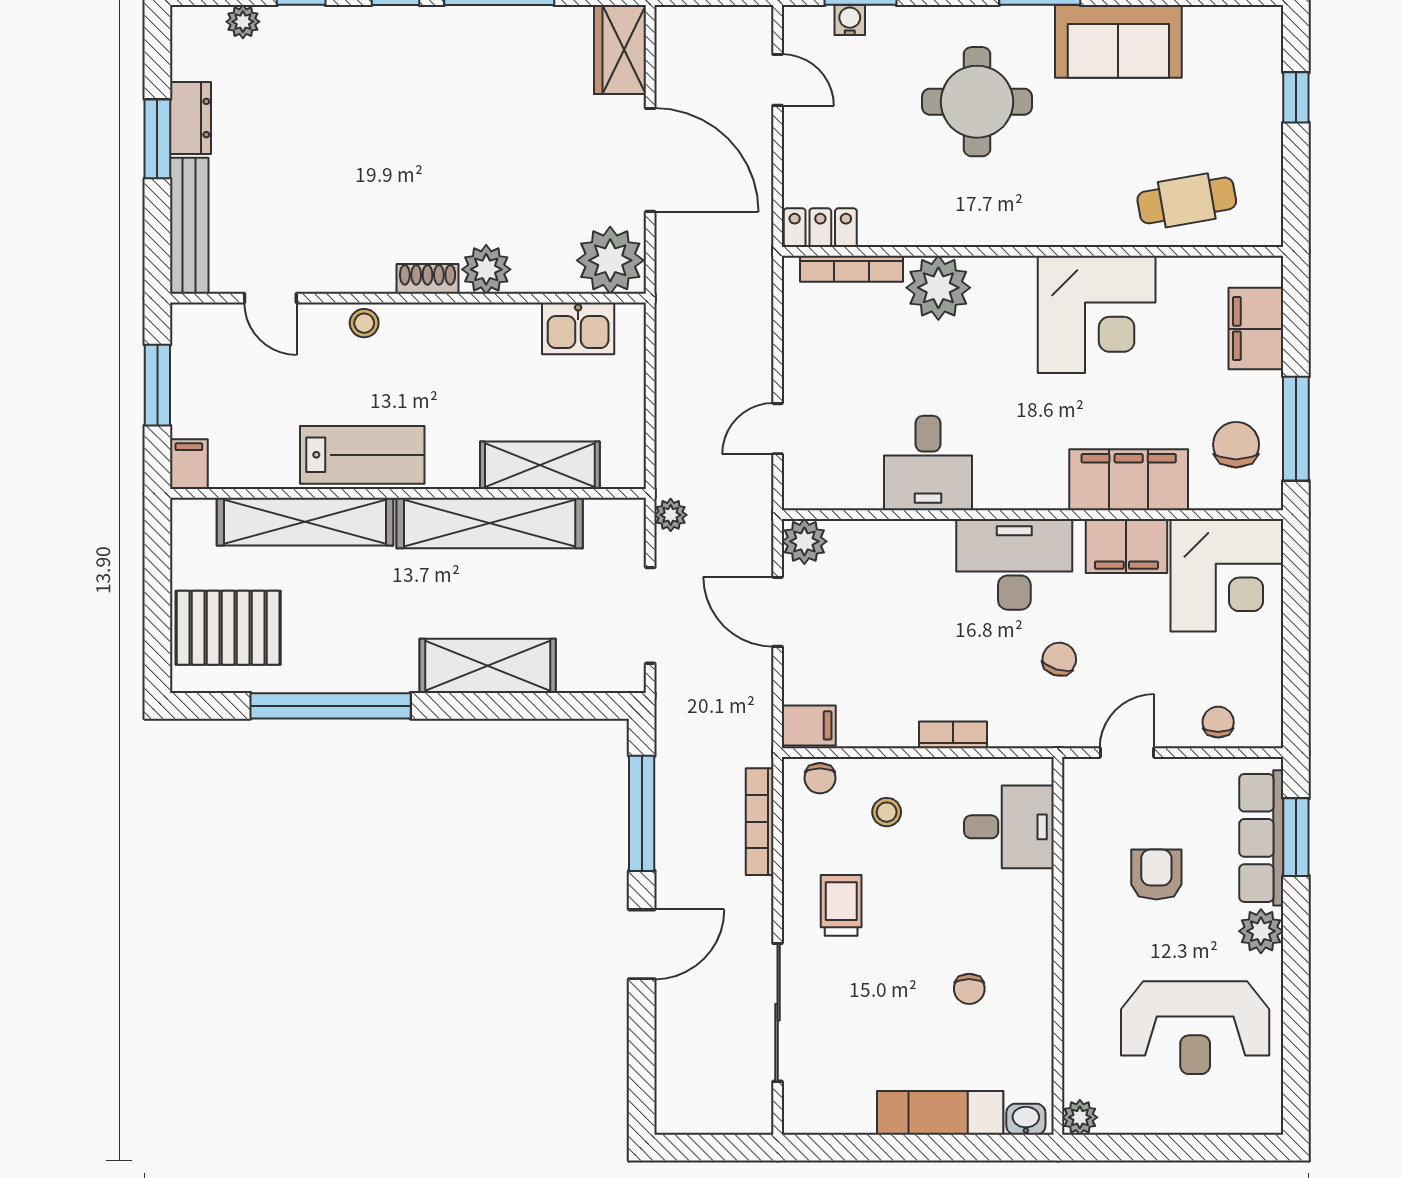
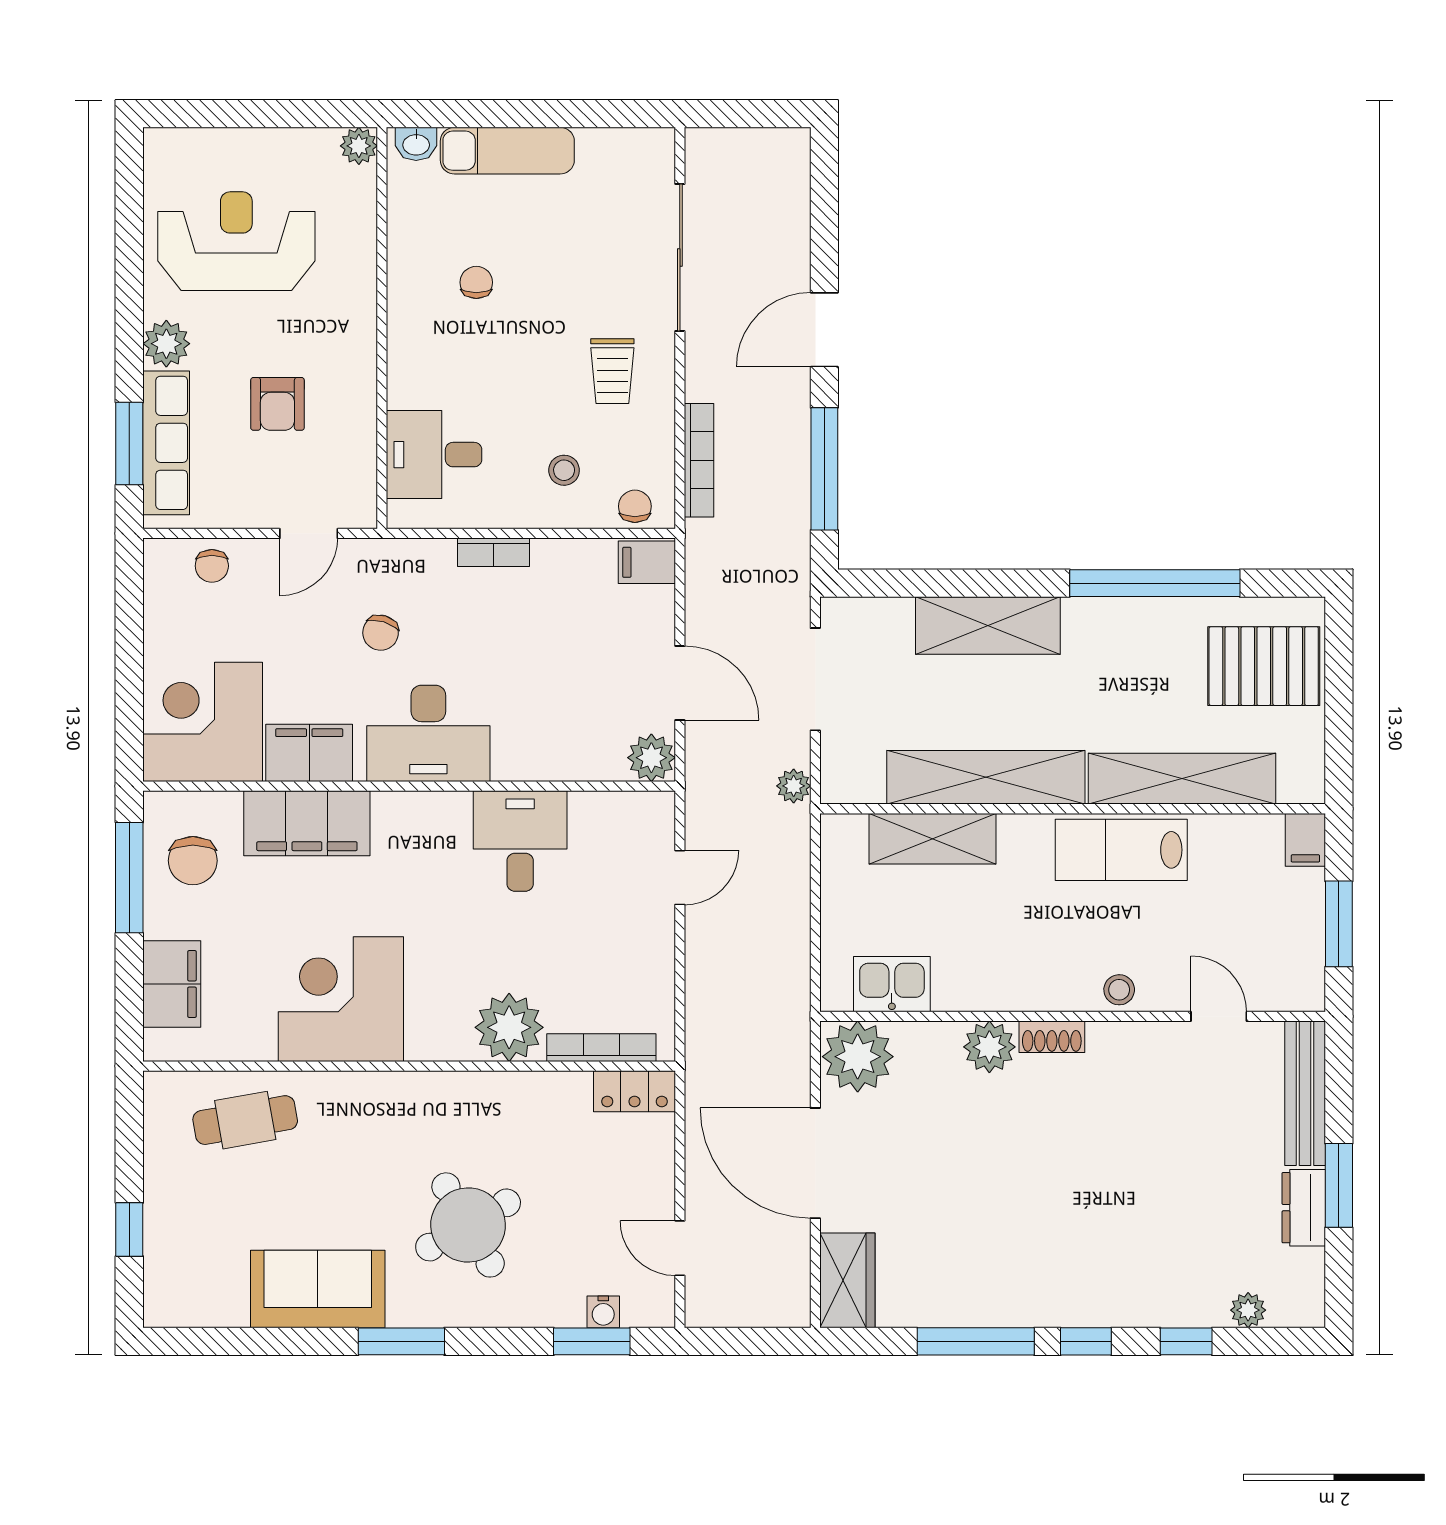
round table: (977, 102) -> (468, 1225), turned -30

